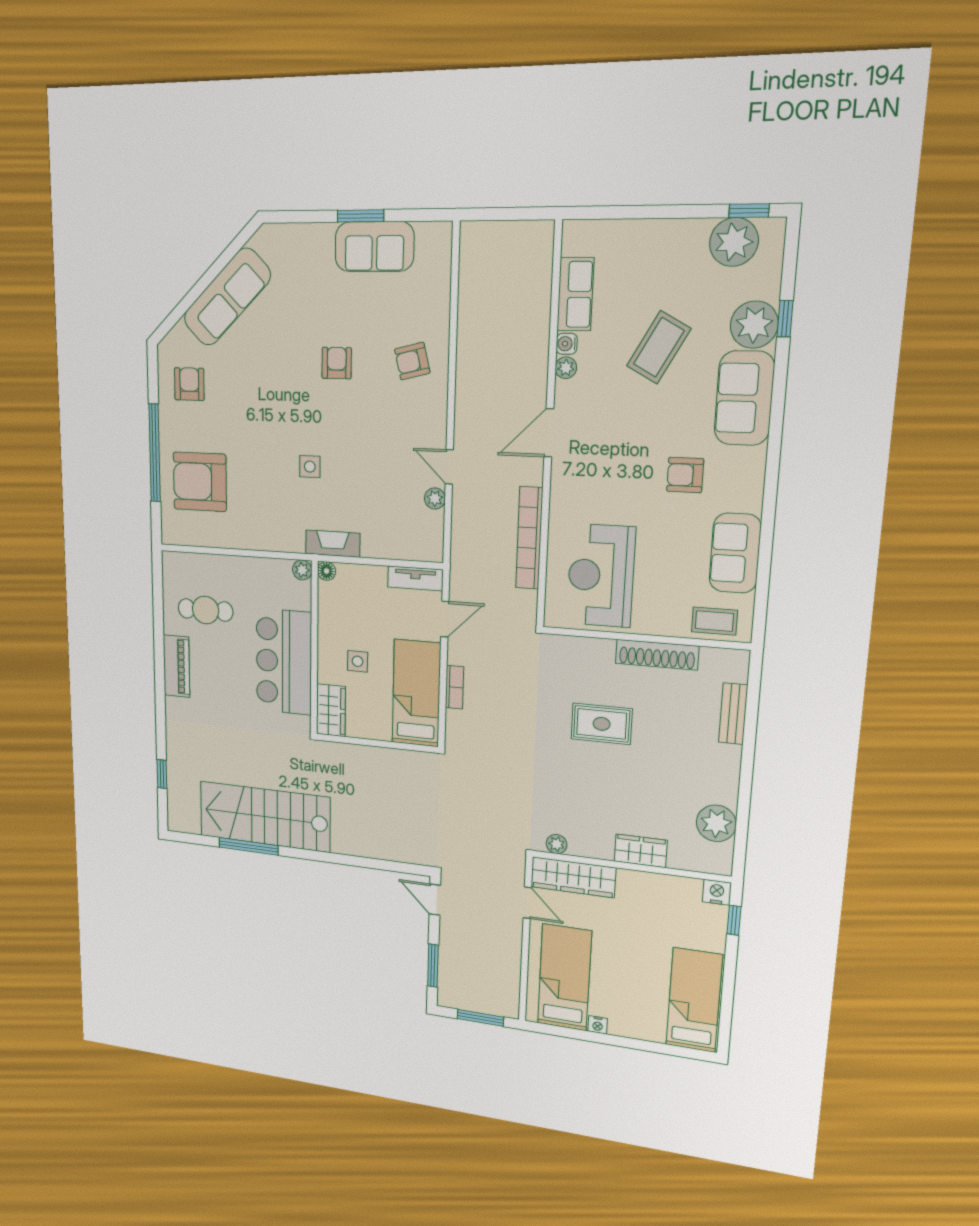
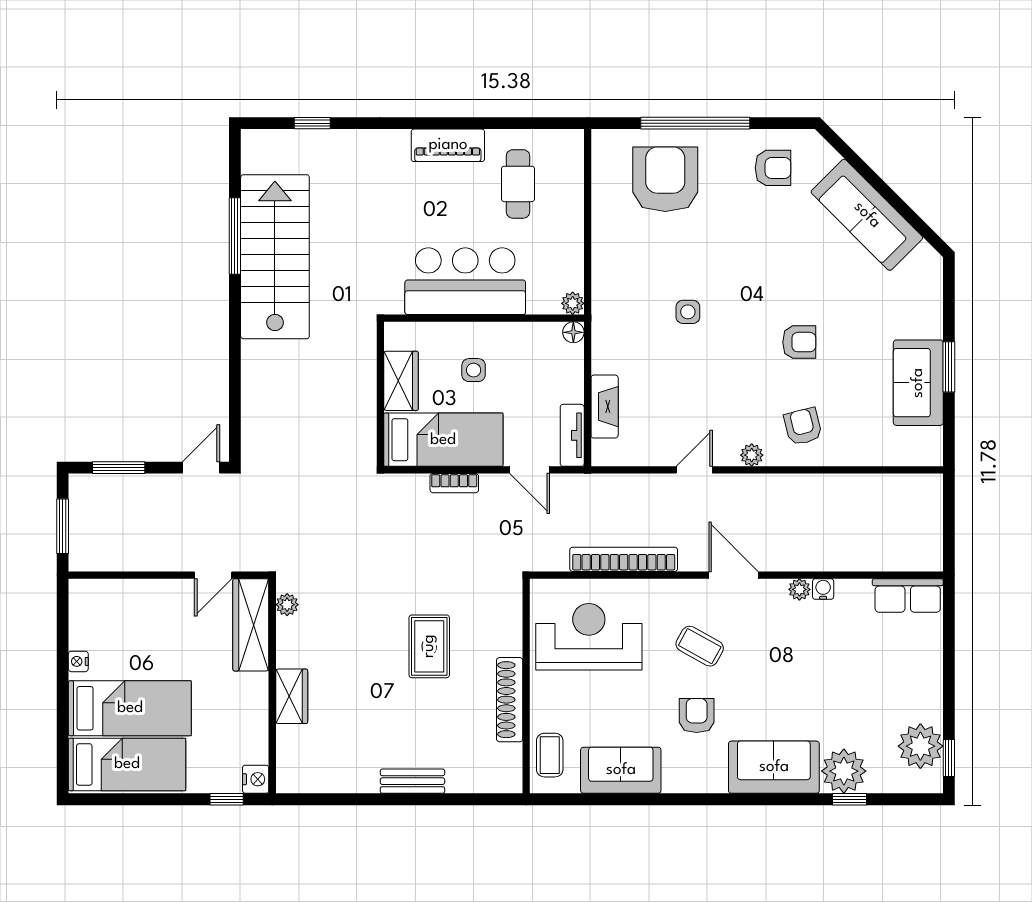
row of seats: (575, 294) -> (908, 595), moved
coffee table: (659, 347) -> (700, 646), moved, width x0.73, depth x0.77
plant: (435, 498) -> (752, 455), moved
fireplace: (333, 544) -> (605, 407), moved
wardrobe: (331, 710) -> (401, 381), moved, turned -90
bench: (733, 714) -> (412, 781), moved
plant: (716, 823) -> (333, 773), removed
bed: (564, 977) -> (130, 708), moved

